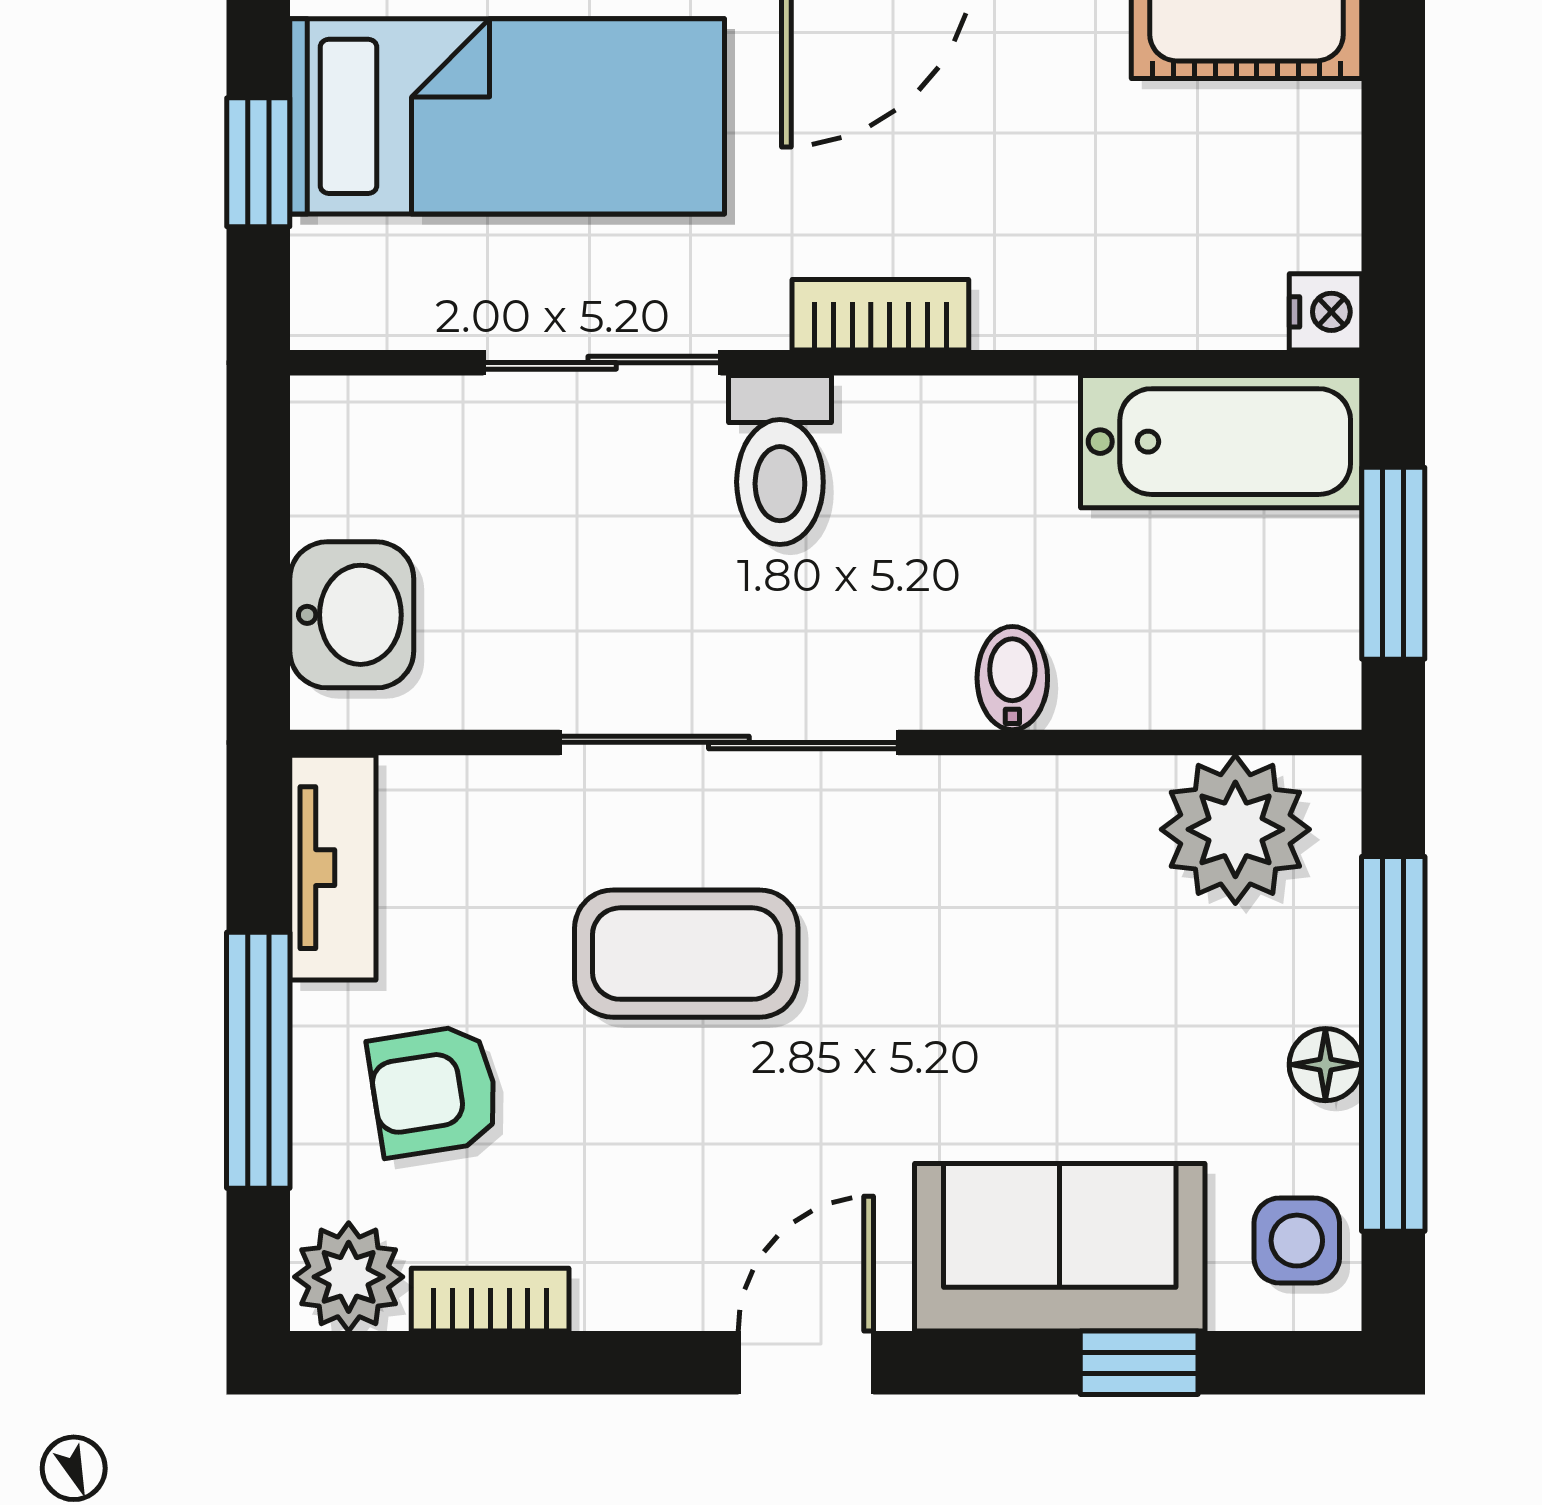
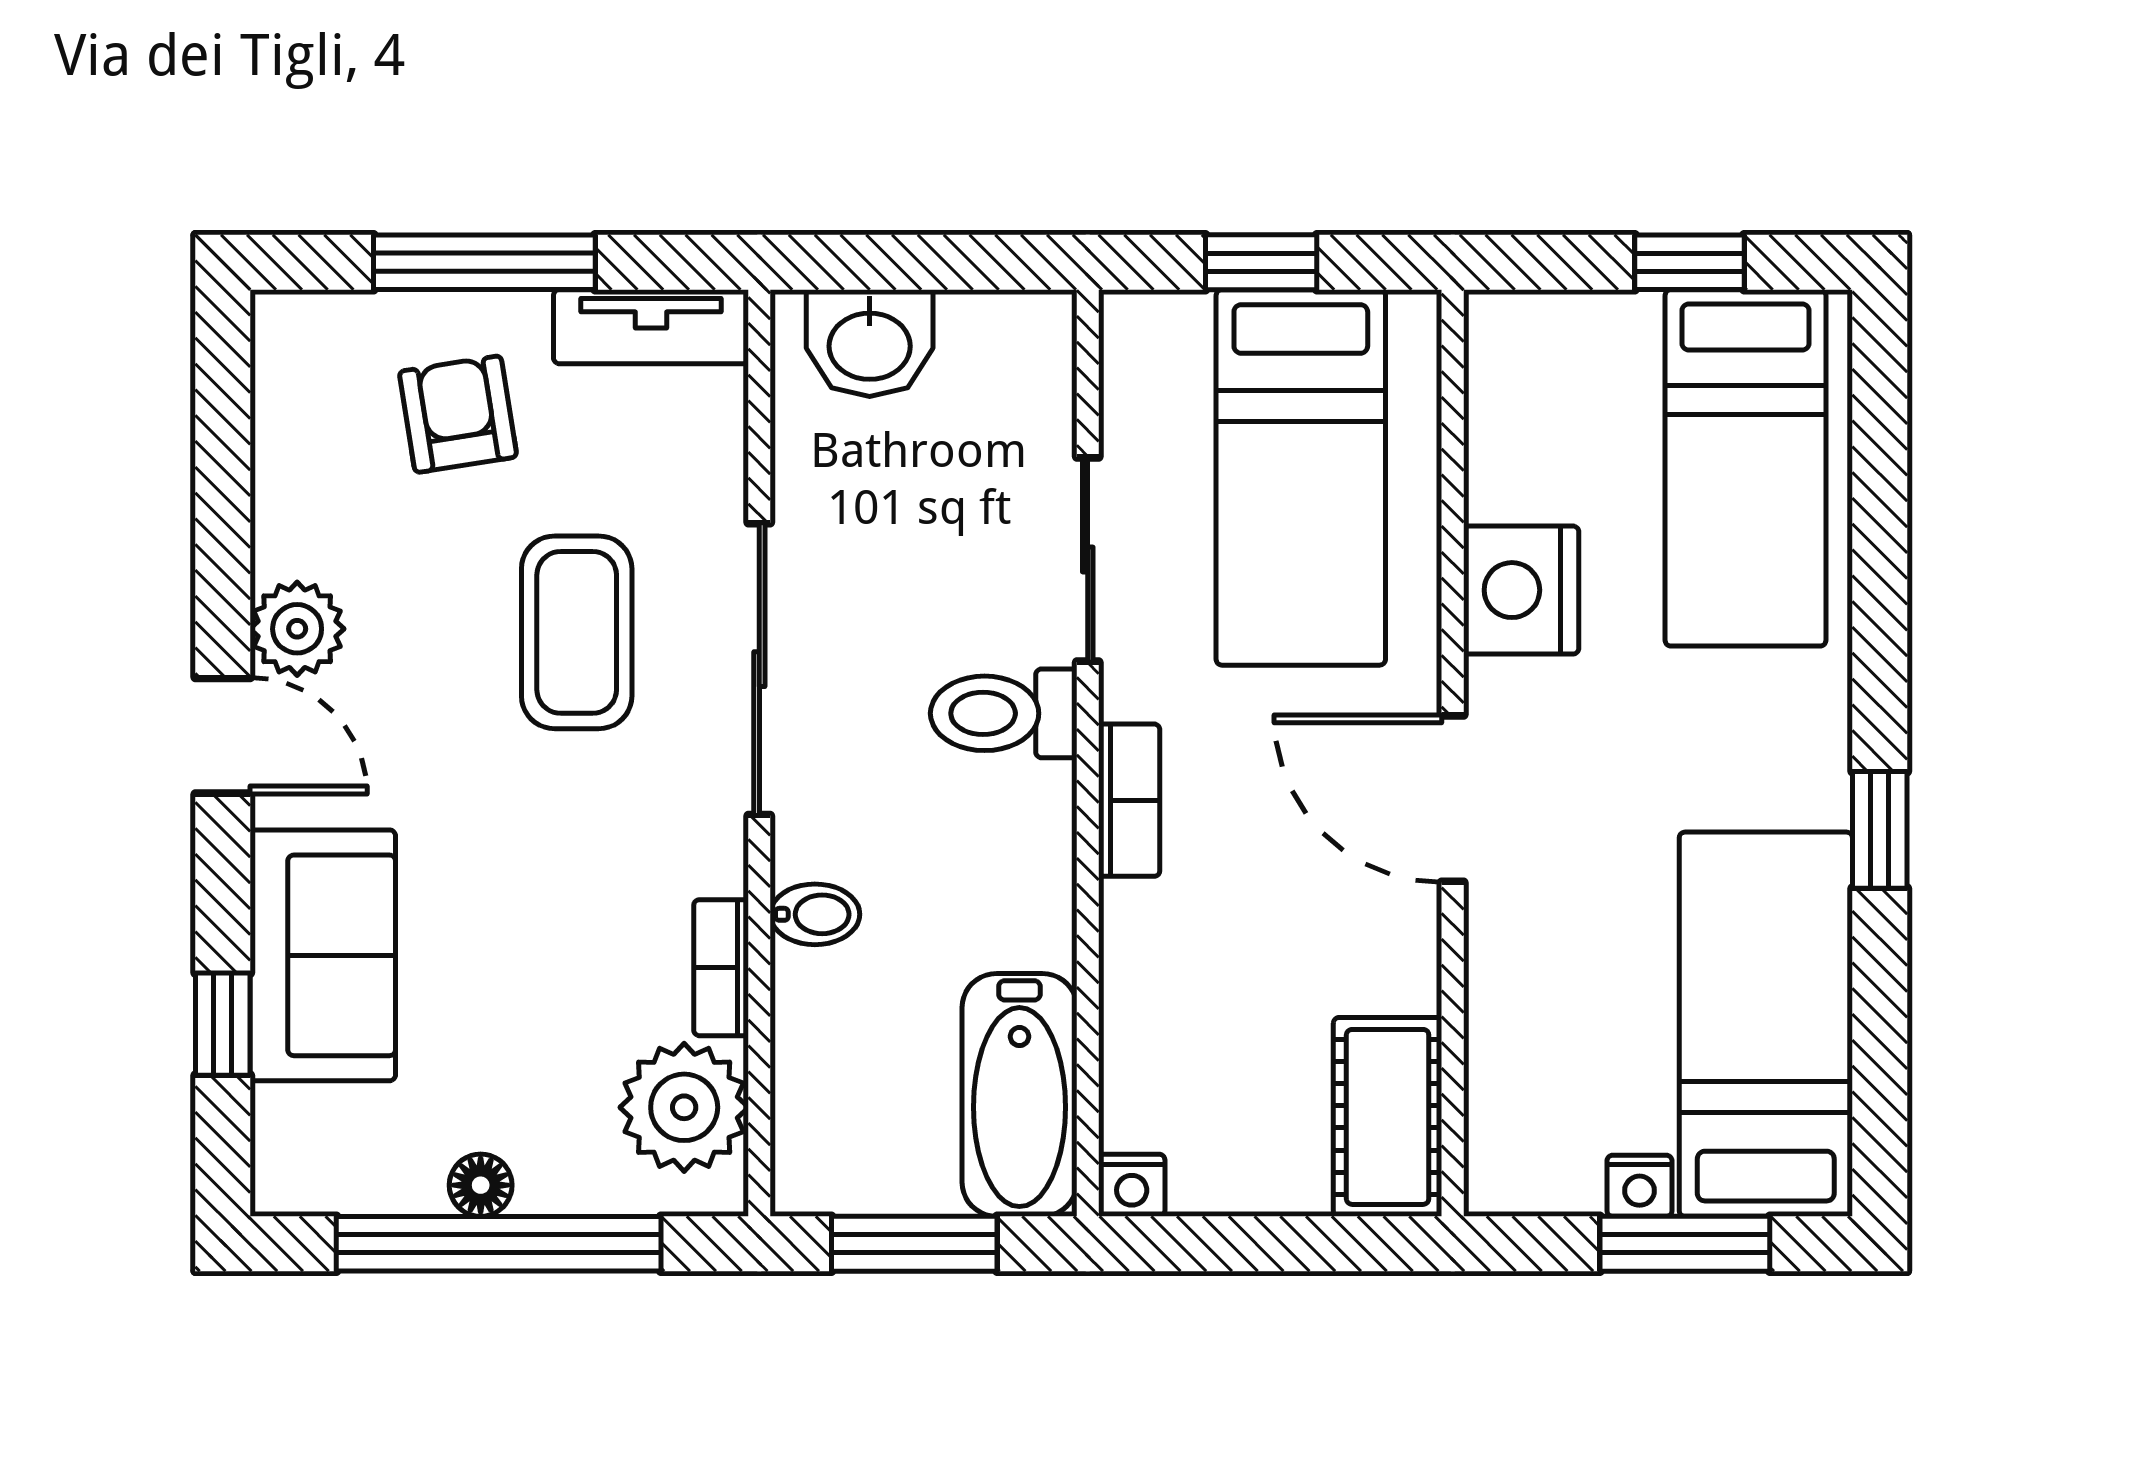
side table: (1297, 1241) -> (329, 1160), removed
plant: (349, 1277) -> (297, 629), moved
bookcase: (490, 1300) -> (721, 968), moved, turned 180

